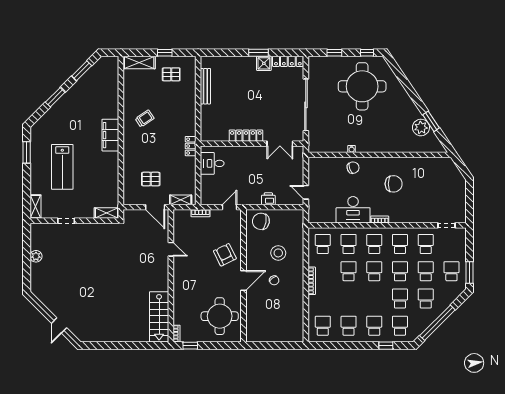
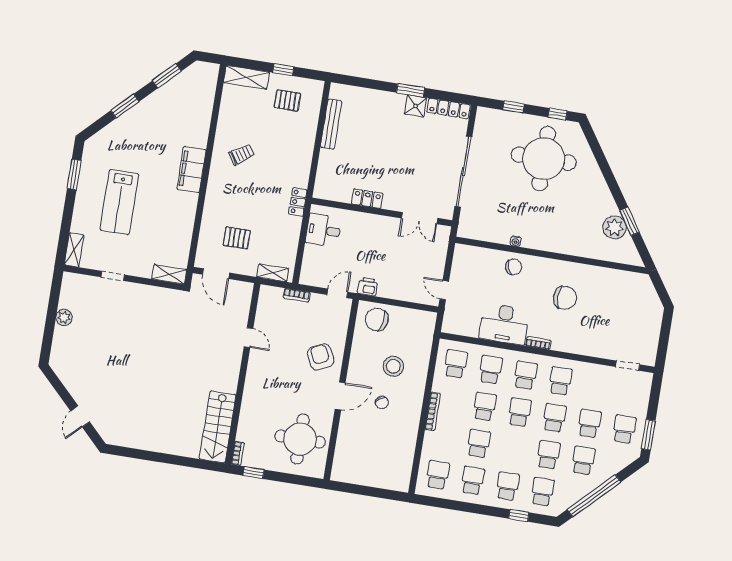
locker: (246, 136) -> (367, 199), width x0.66
printer: (268, 199) -> (368, 287), moved
door: (155, 207) -> (216, 274), moved
school desk: (426, 244) -> (479, 443), moved

